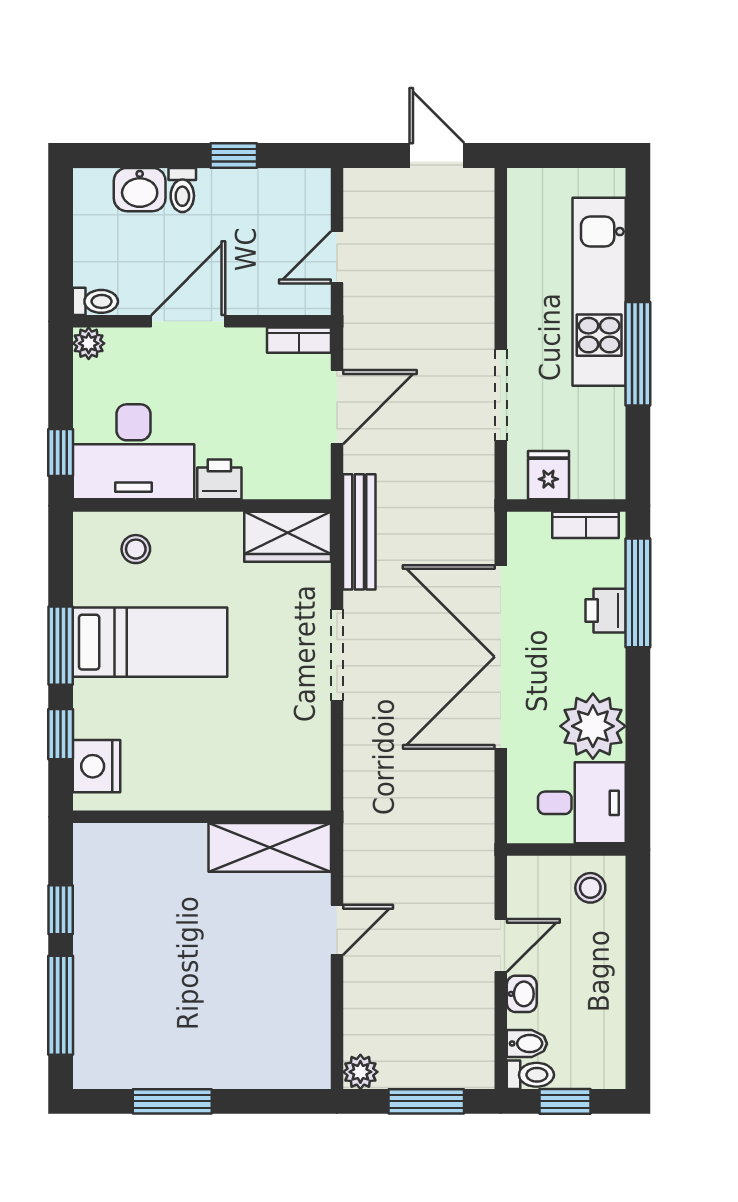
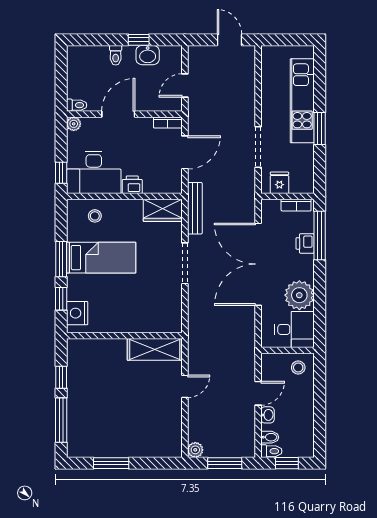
washbasin: (140, 190) -> (148, 55), moved
window: (638, 354) -> (320, 129), width x0.69

